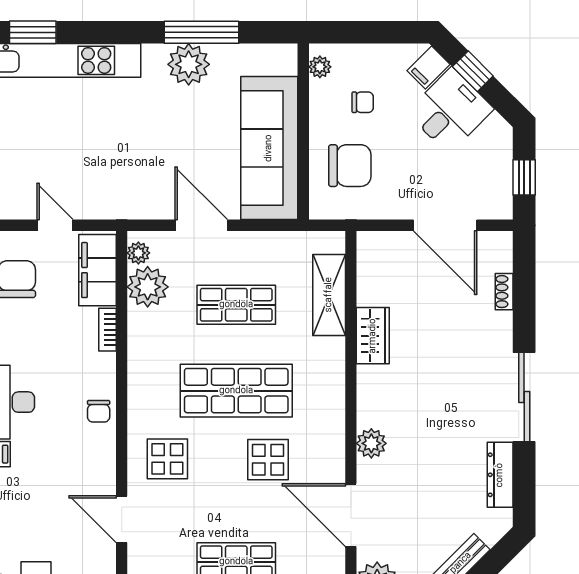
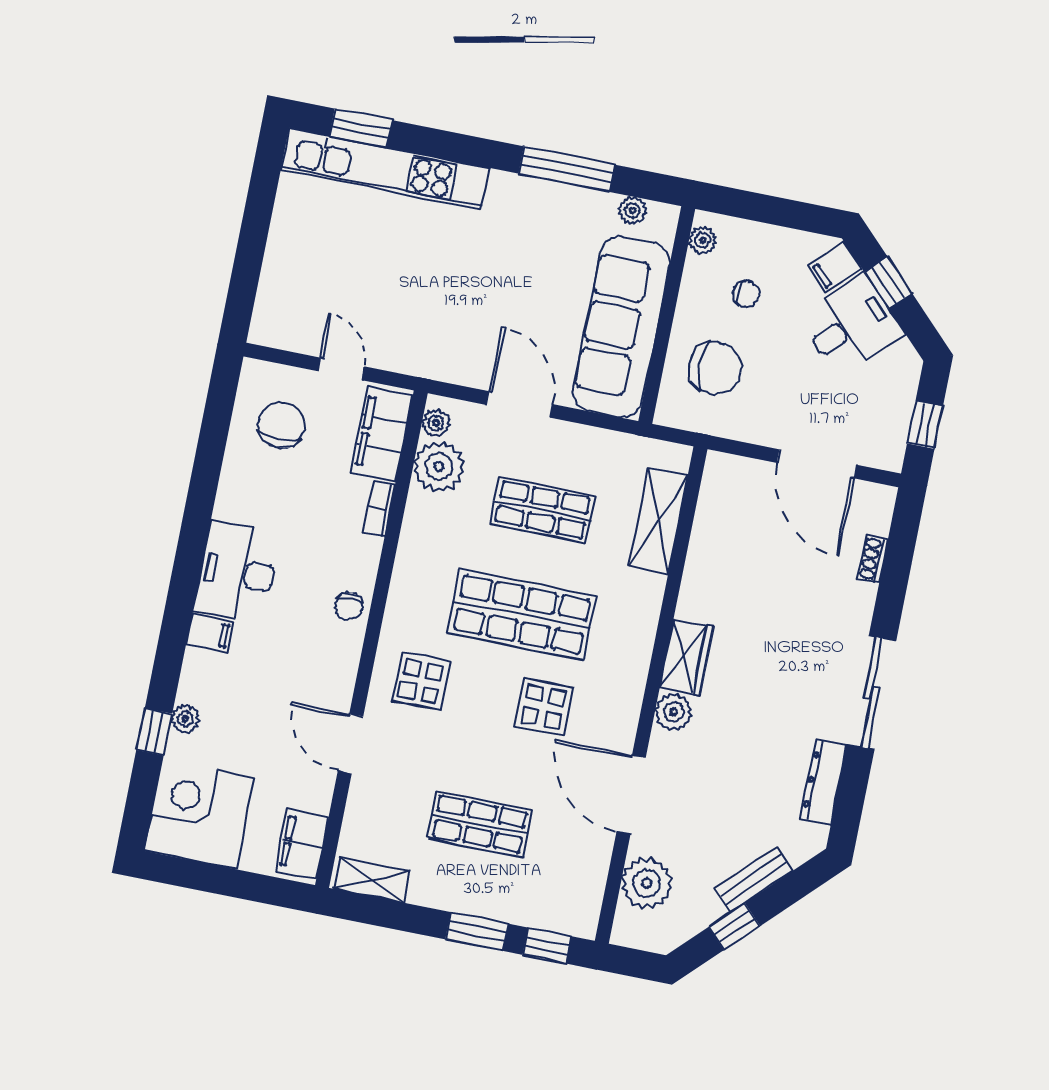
plant: (189, 64) -> (632, 211), moved, width x0.53, depth x0.53
wardrobe: (373, 336) -> (687, 657), moved

